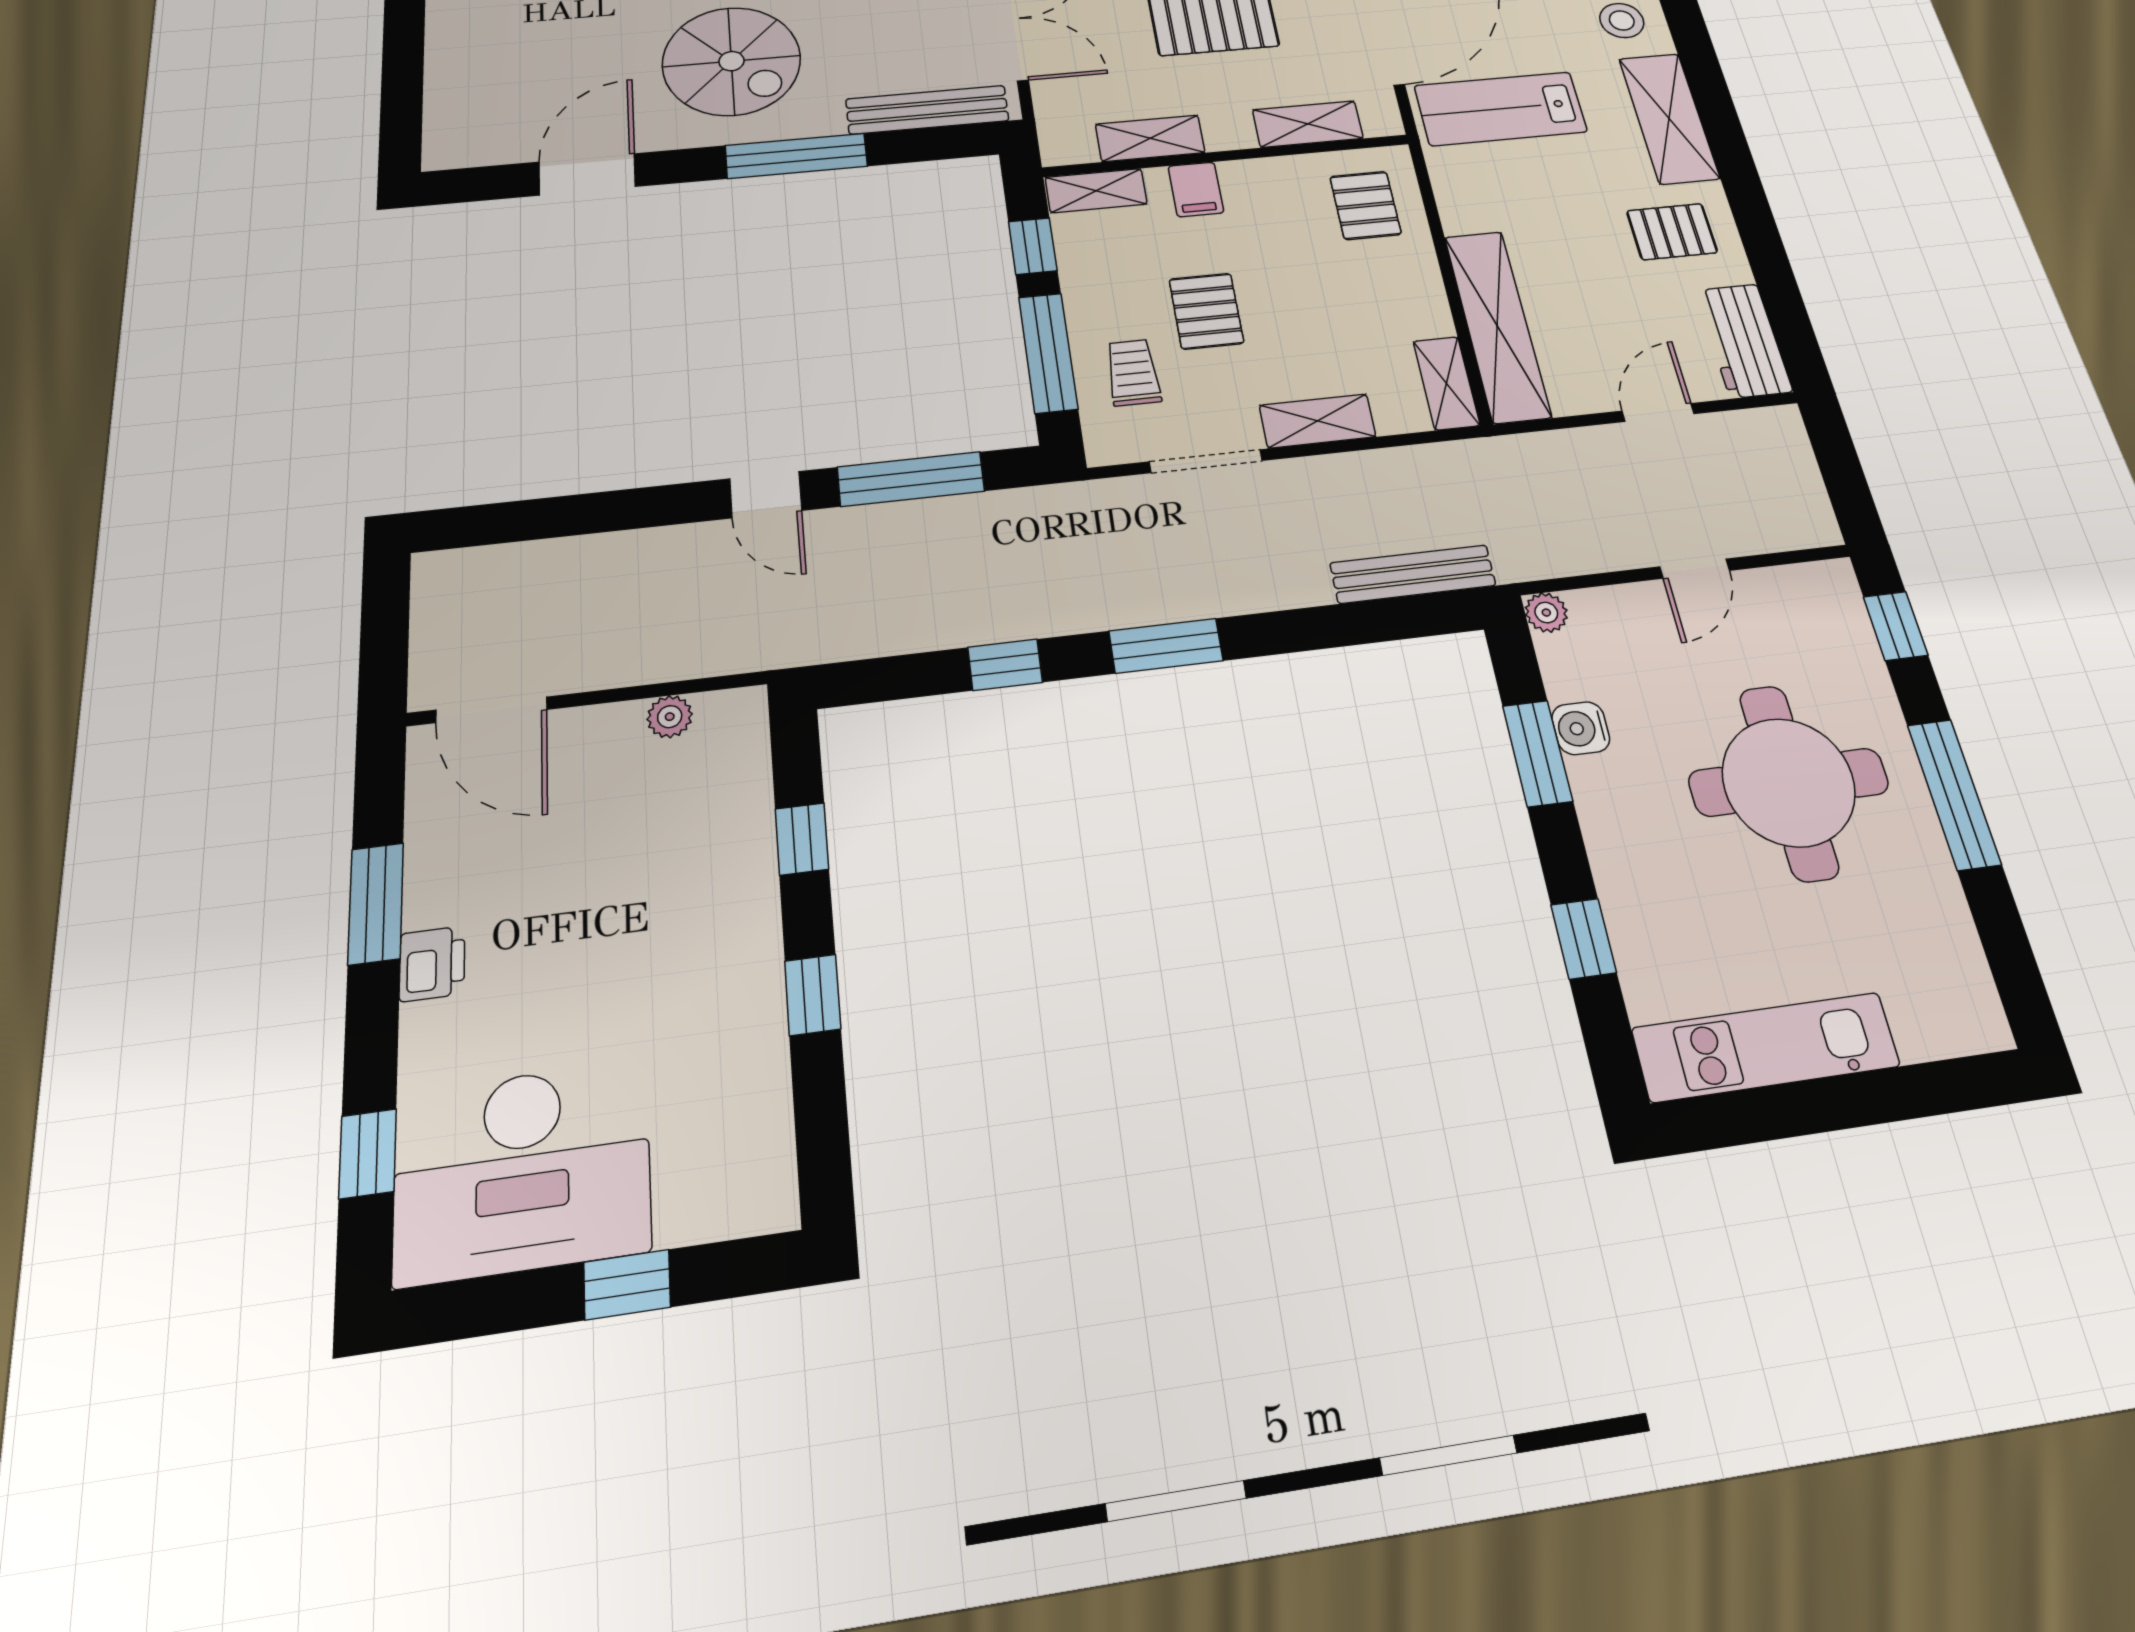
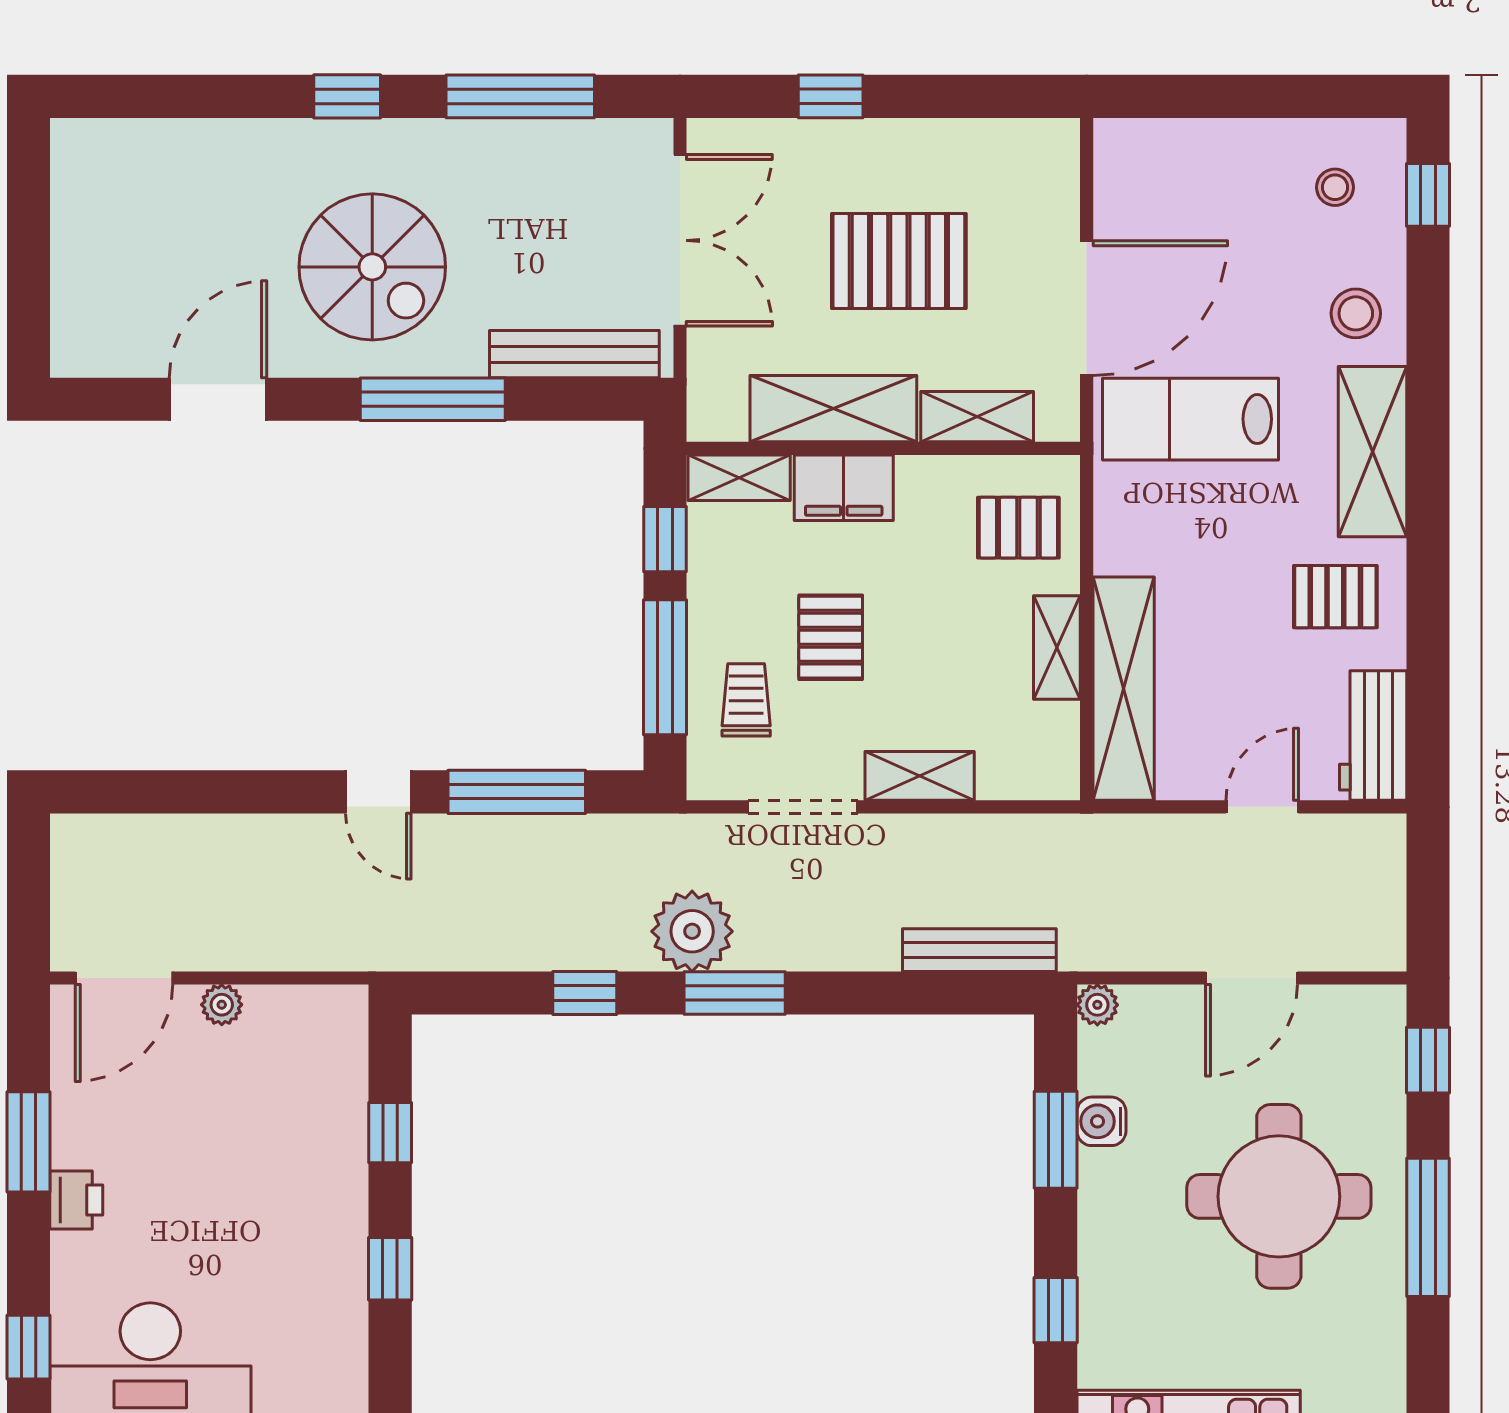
shelving: (1150, 138) -> (833, 409), width x1.50, depth x1.33
filing cabinet: (1196, 189) -> (844, 488), width x2.00
pallet: (1365, 205) -> (1018, 528), turned 90
shelving: (1446, 383) -> (1057, 647), moved
door: (1695, 569) -> (1251, 978), width x1.38
plant: (1111, 590) -> (692, 931), added
door: (491, 710) -> (124, 978), hinge flipped
plant: (670, 717) -> (222, 1005), moved

